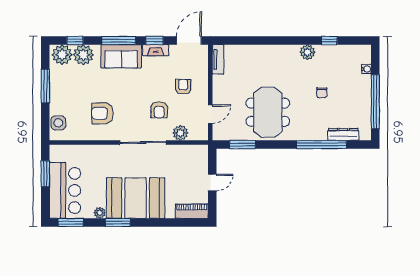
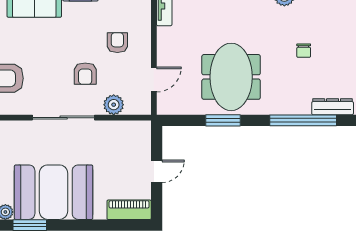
window: (242, 145) -> (223, 120), moved

